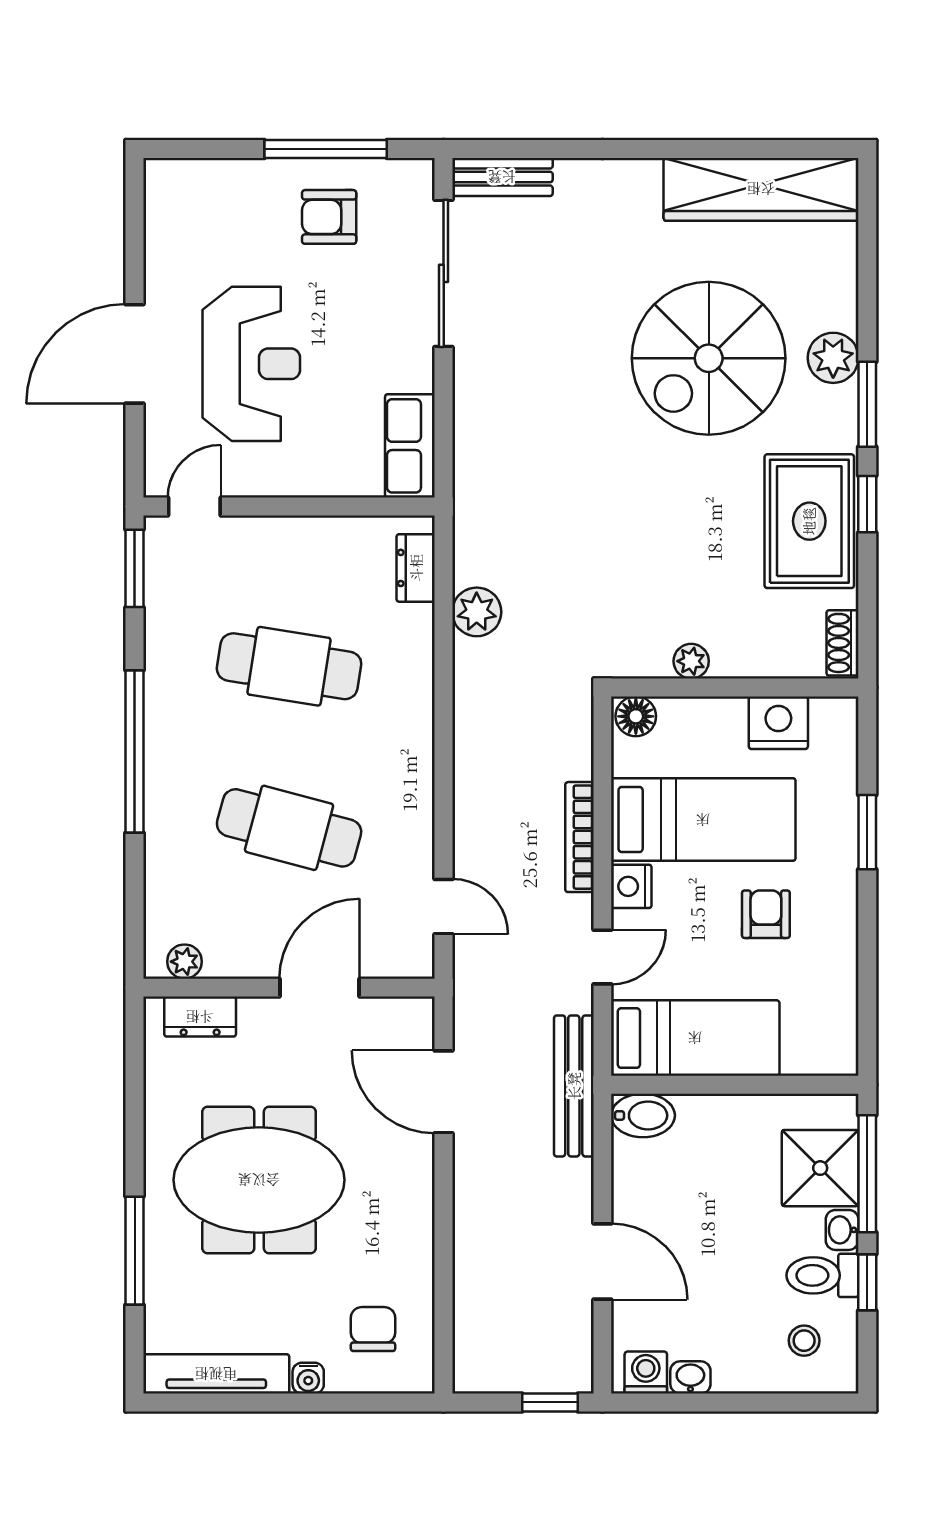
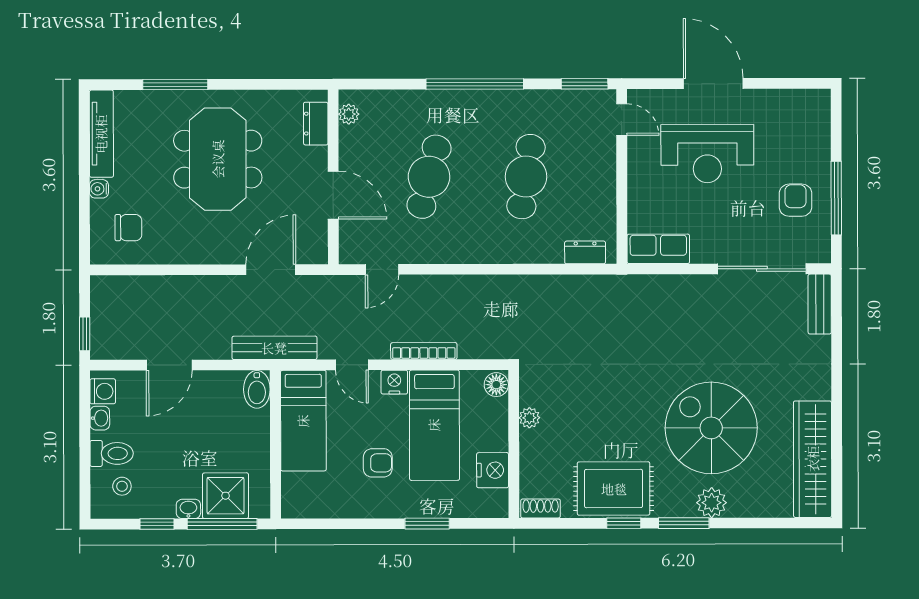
plant: (477, 612) -> (559, 289), removed
toilet: (822, 1275) -> (112, 453), moved, turned 90

